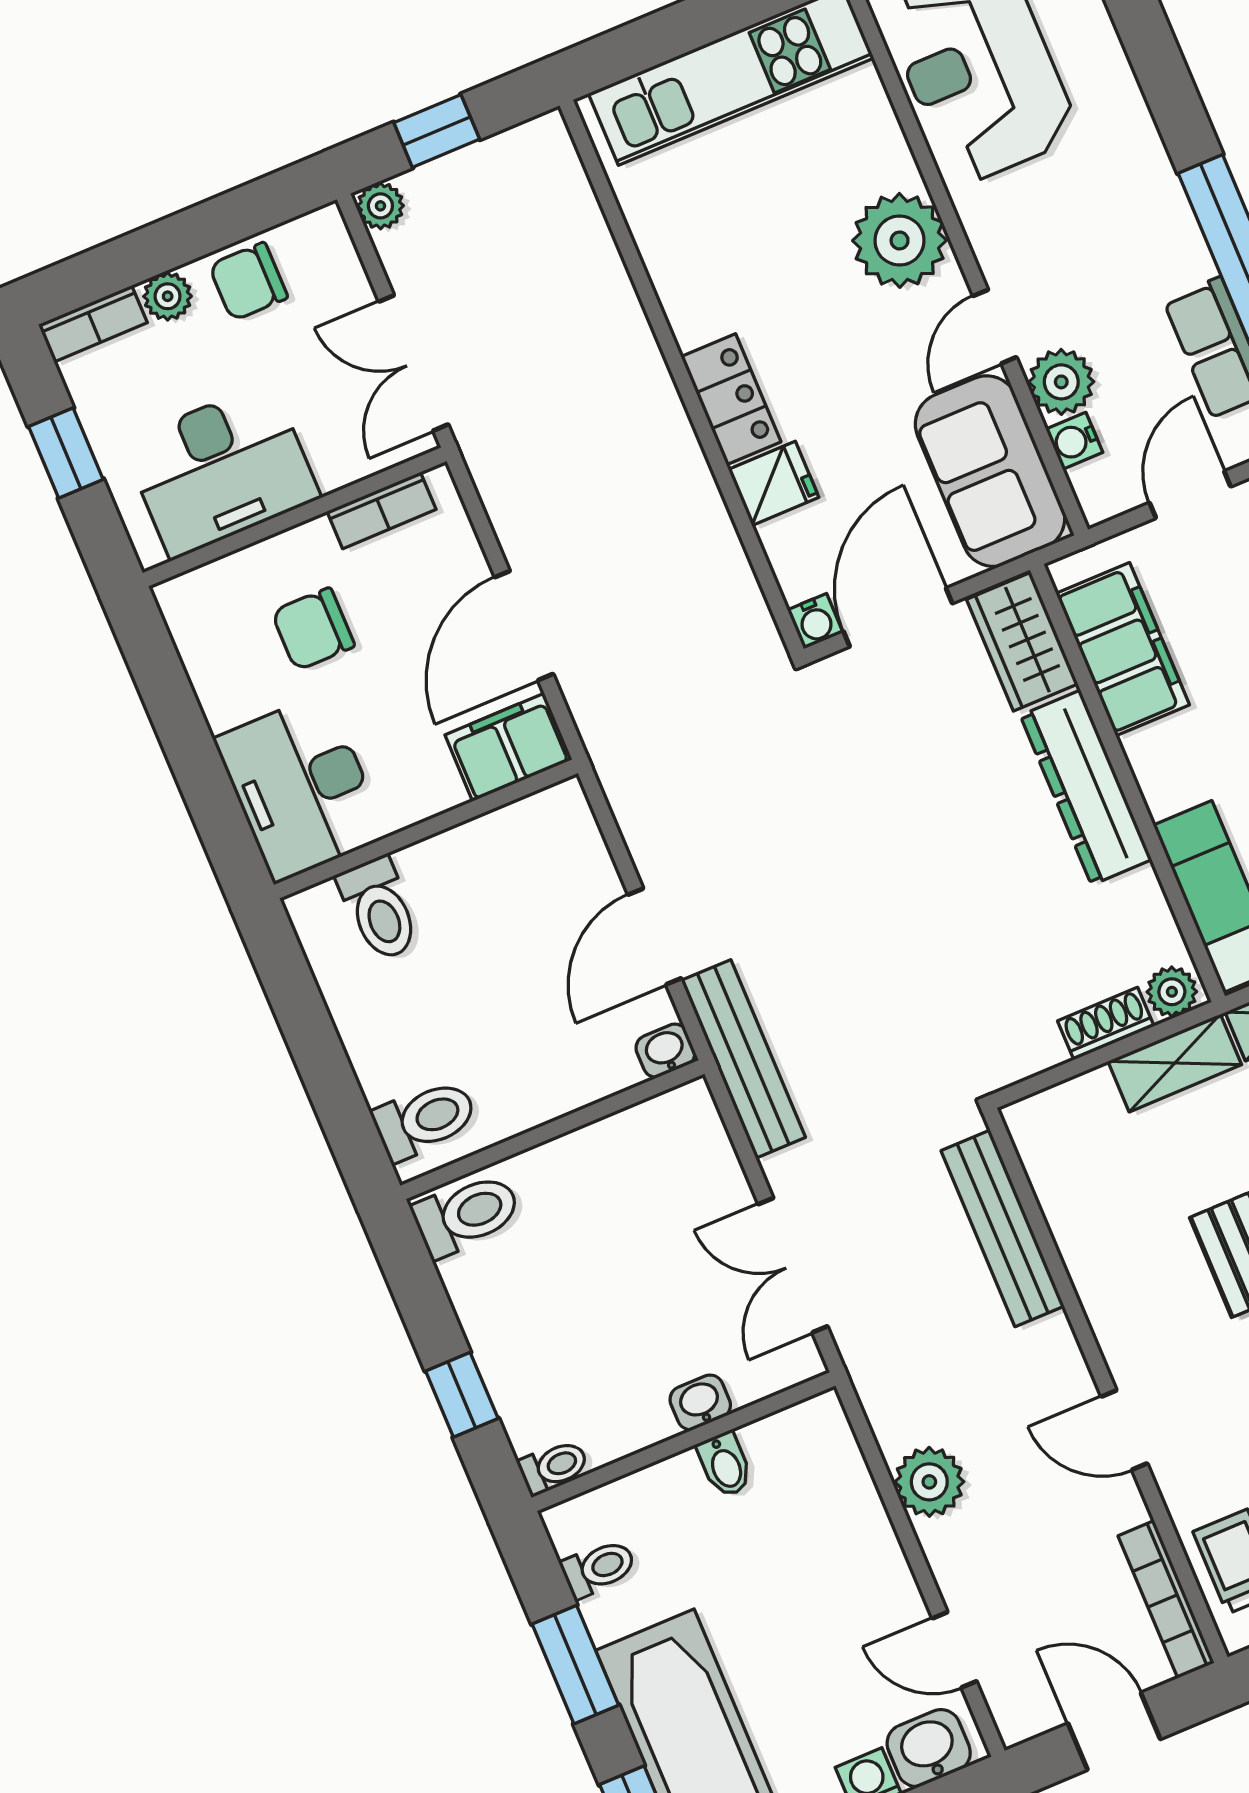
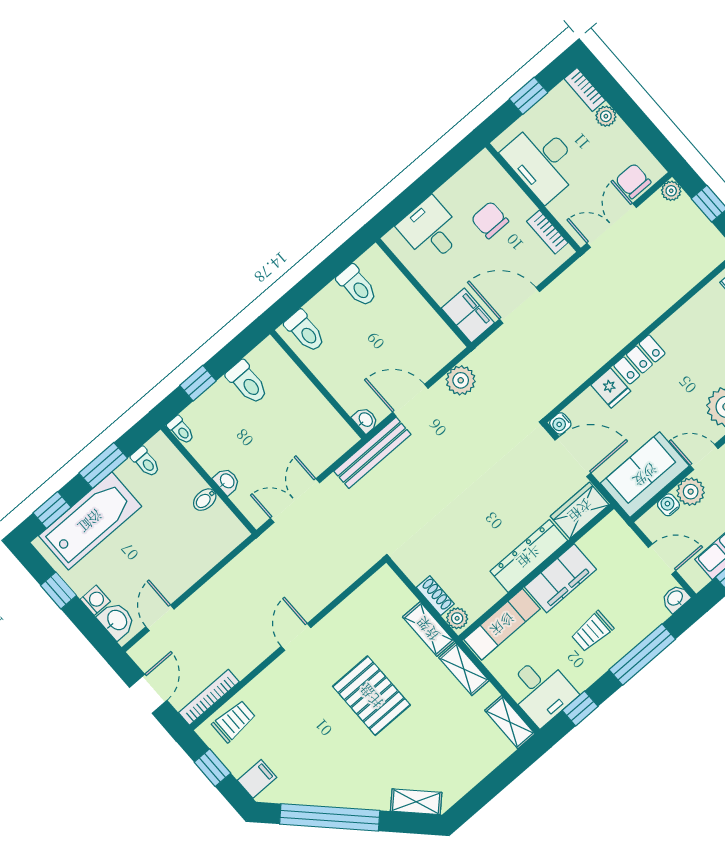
chair: (248, 281) -> (633, 181), moved
filing cabinet: (1123, 649) -> (560, 578), moved
desk: (301, 787) -> (431, 230), width x0.73
toilet: (379, 909) -> (357, 286), moved, turned -90
toilet: (467, 1215) -> (247, 382), moved
bench: (1003, 1228) -> (338, 581), removed
door: (1124, 1430) -> (296, 637), moved
plant: (929, 1482) -> (461, 380), moved

